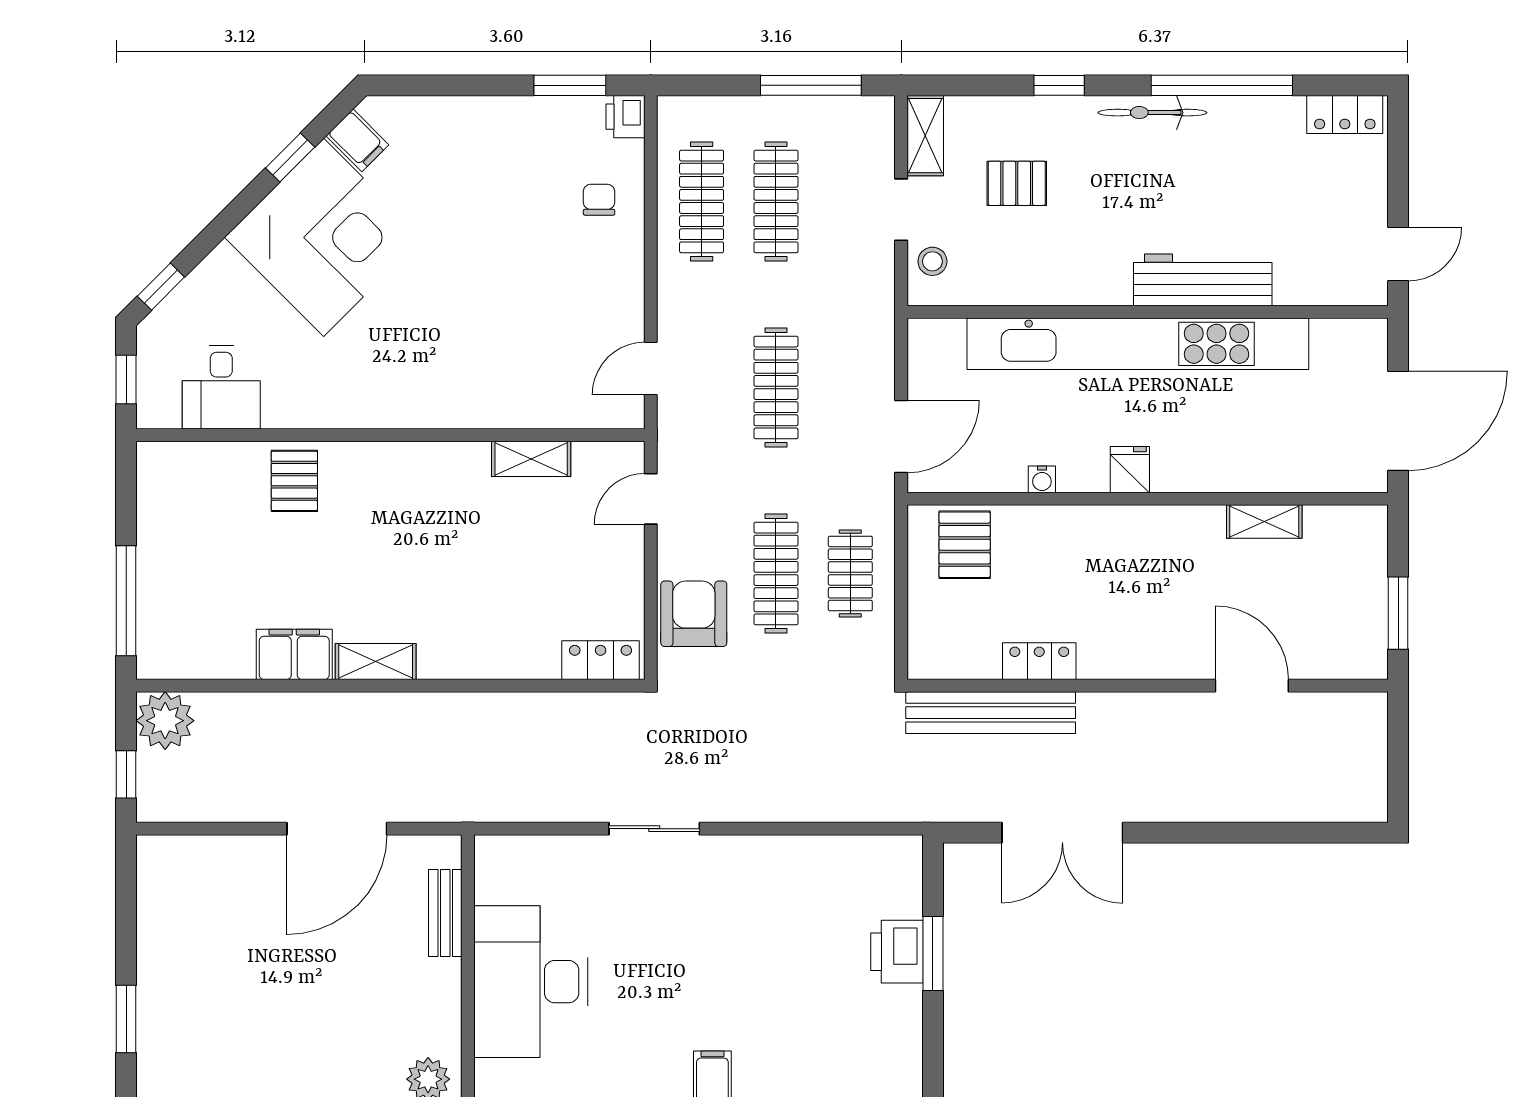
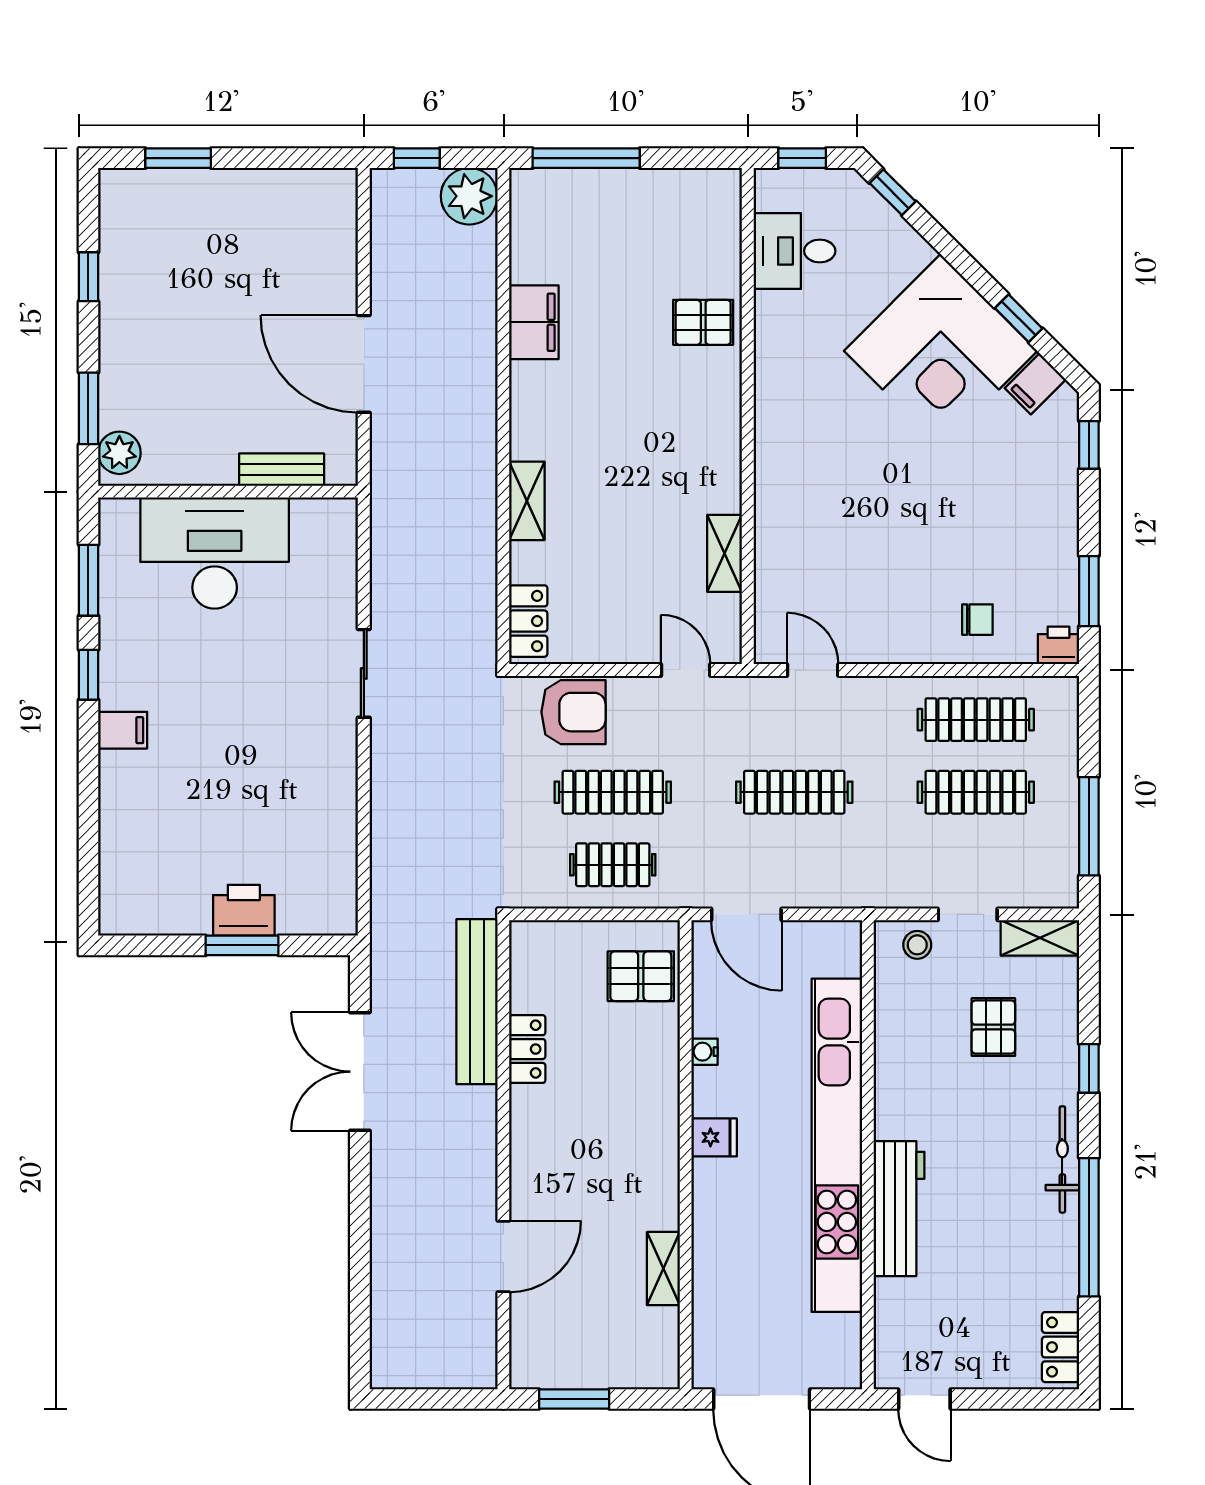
window: (420, 85) -> (1089, 445), added
shelving: (376, 662) -> (527, 501), moved

